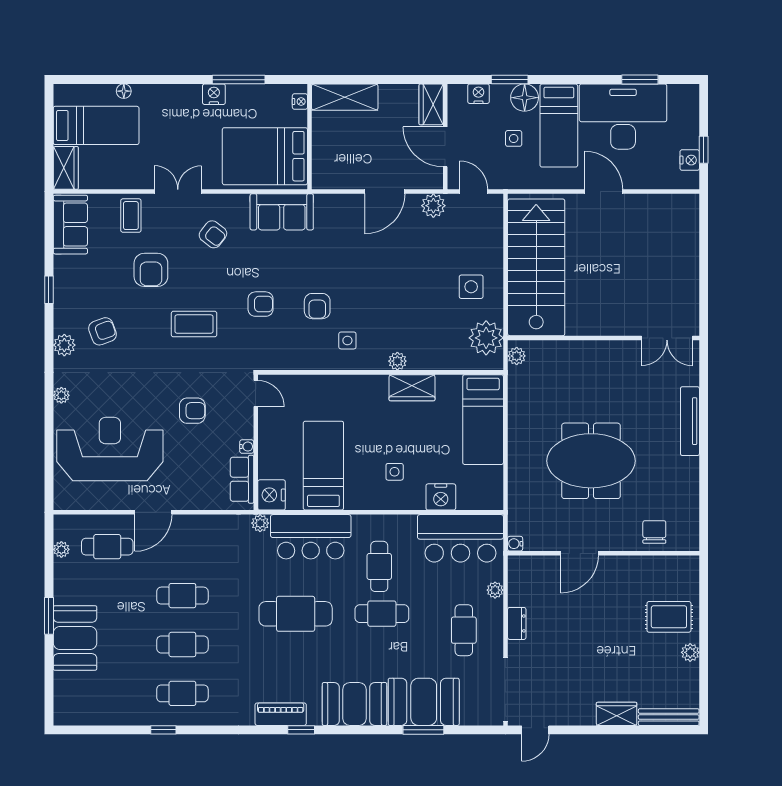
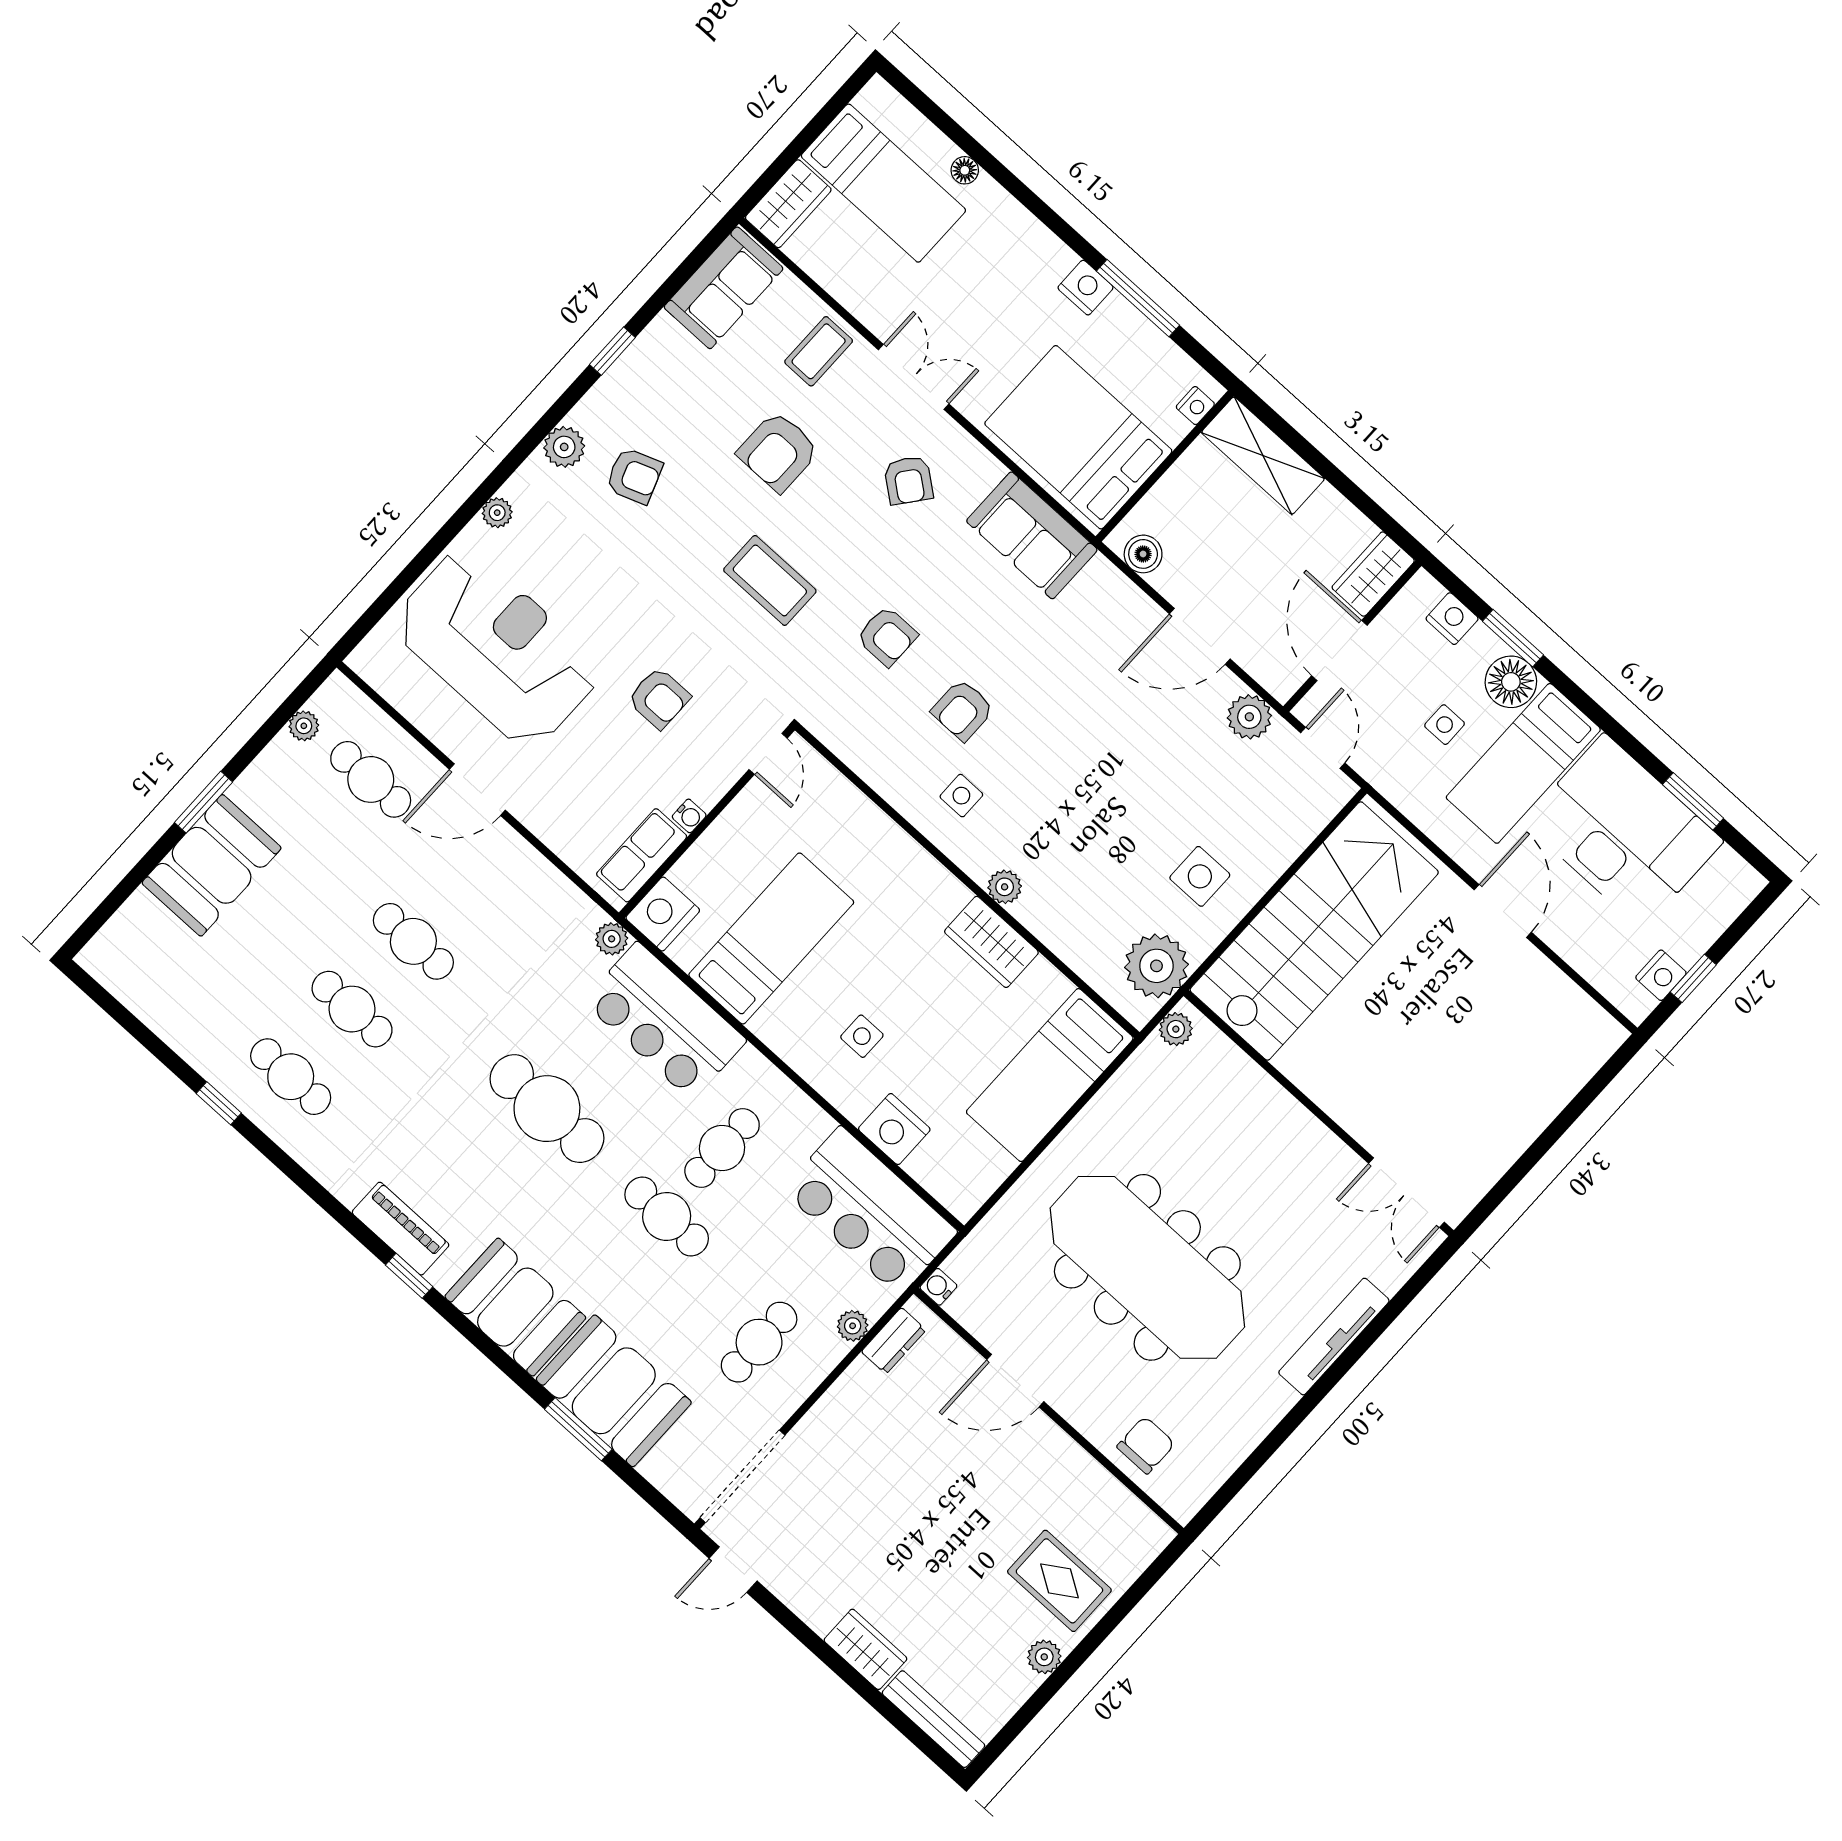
boiler: (333, 179) -> (1143, 554), added
meeting table: (591, 461) -> (1147, 1267), width x1.36
dresser: (517, 623) -> (894, 1341), moved

